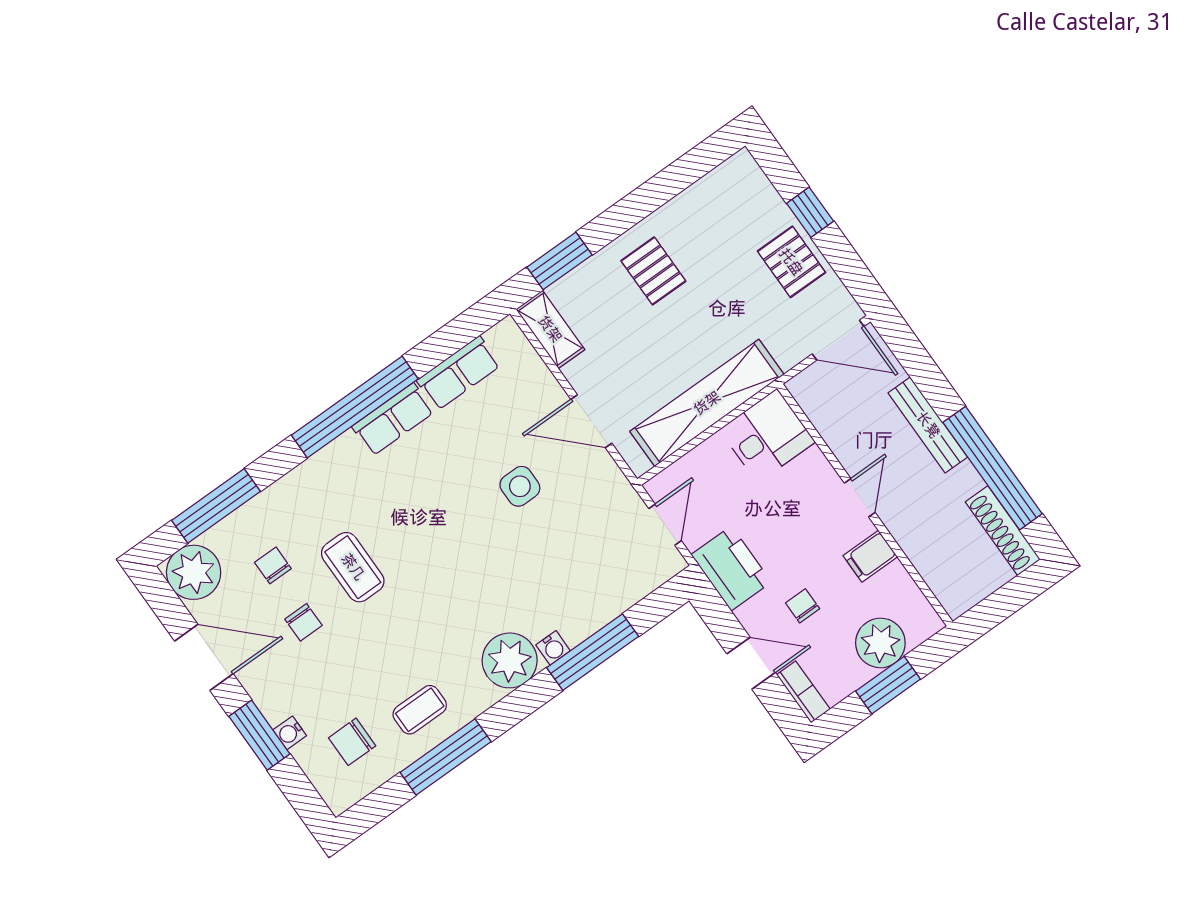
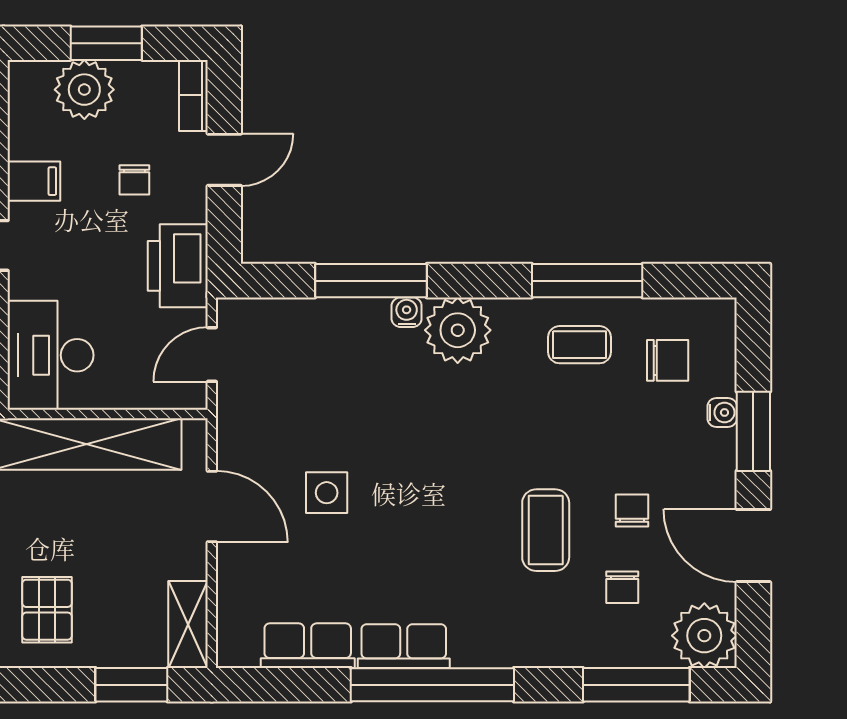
desk: (767, 436) -> (51, 355), width x1.37
door: (751, 663) -> (224, 160), swing flipped

